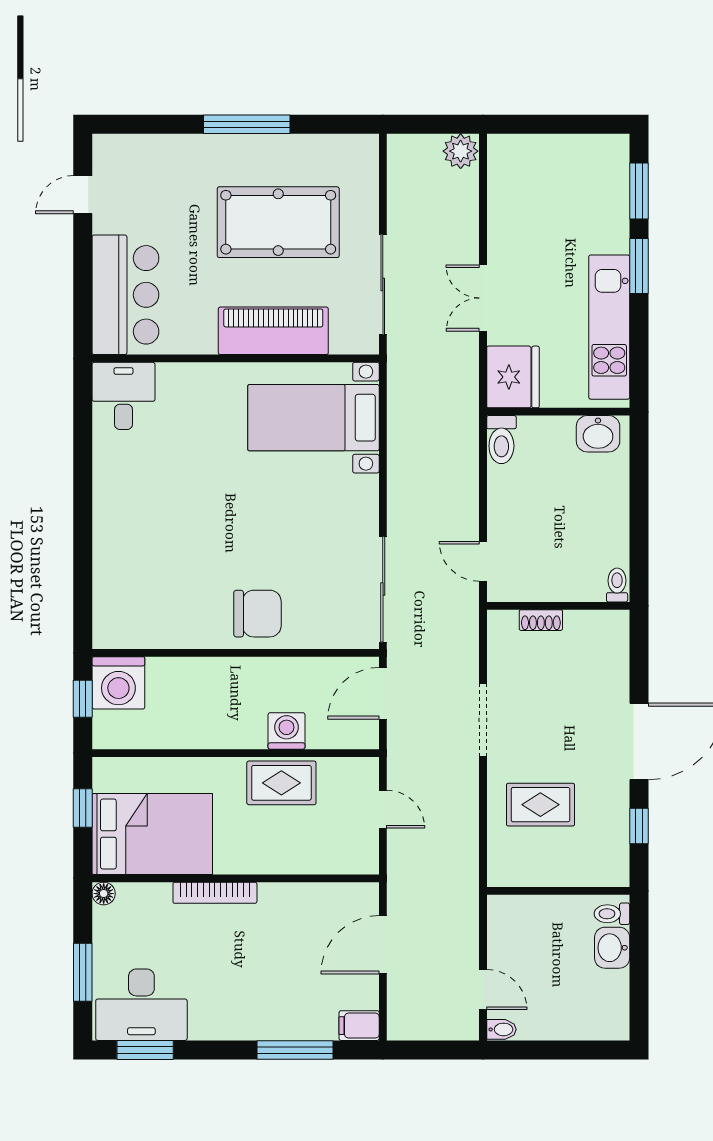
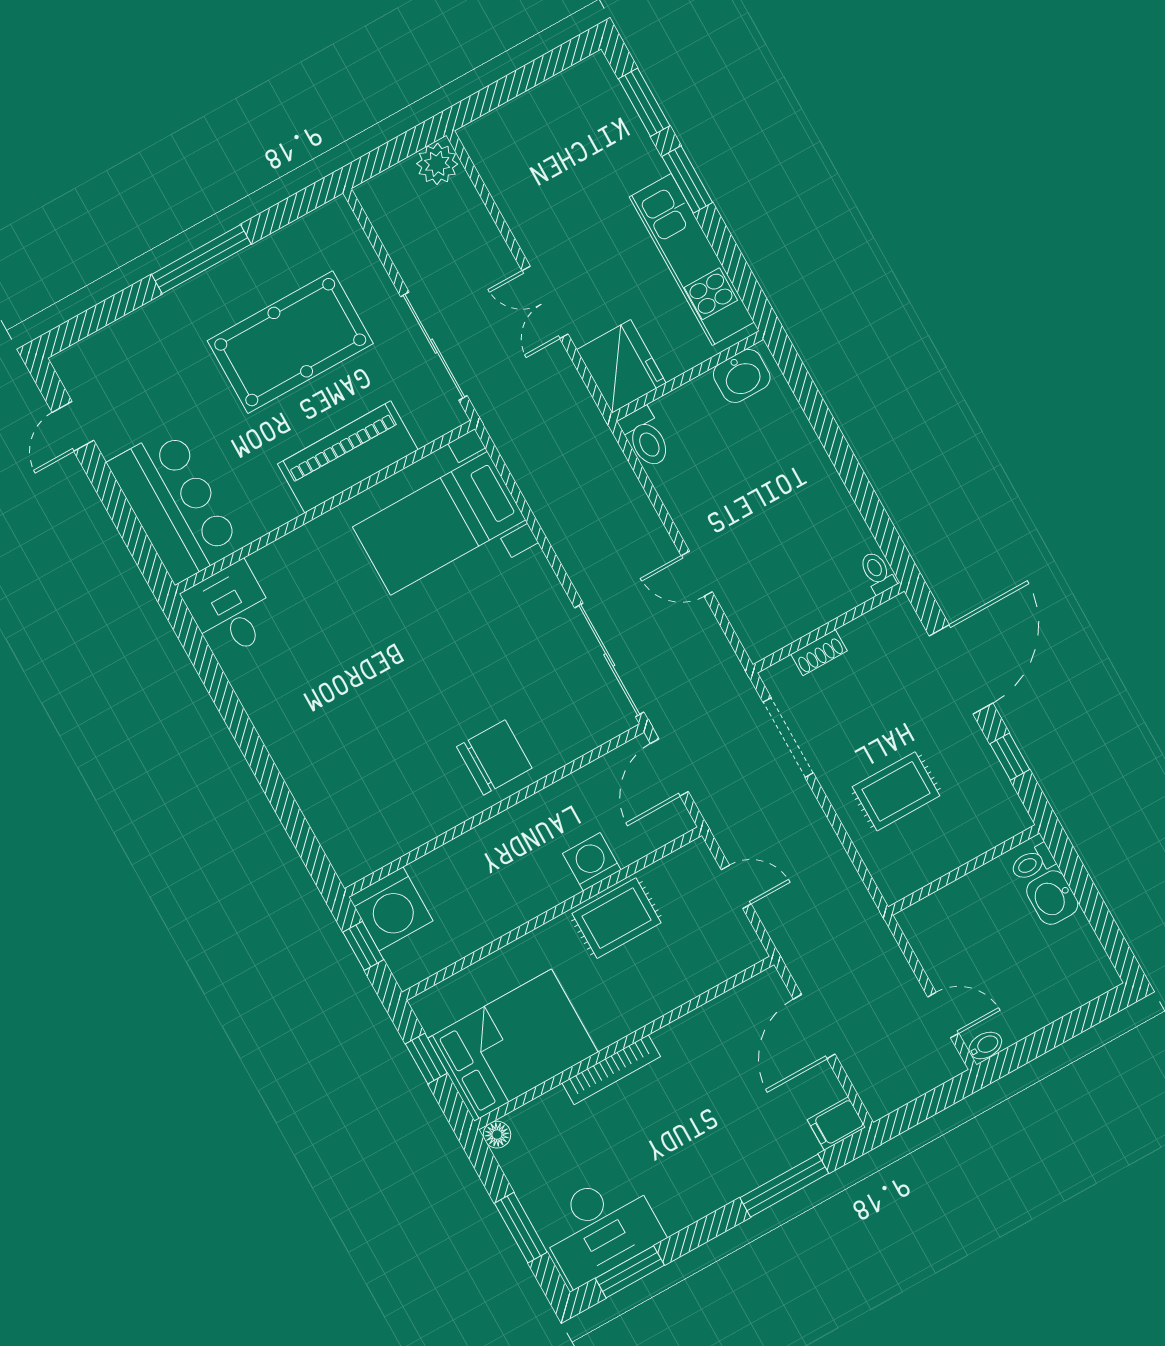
toilet: (617, 585) -> (877, 573), moved
wall: (558, 606) -> (829, 628), moved
shoe rack: (541, 620) -> (819, 653), moved

